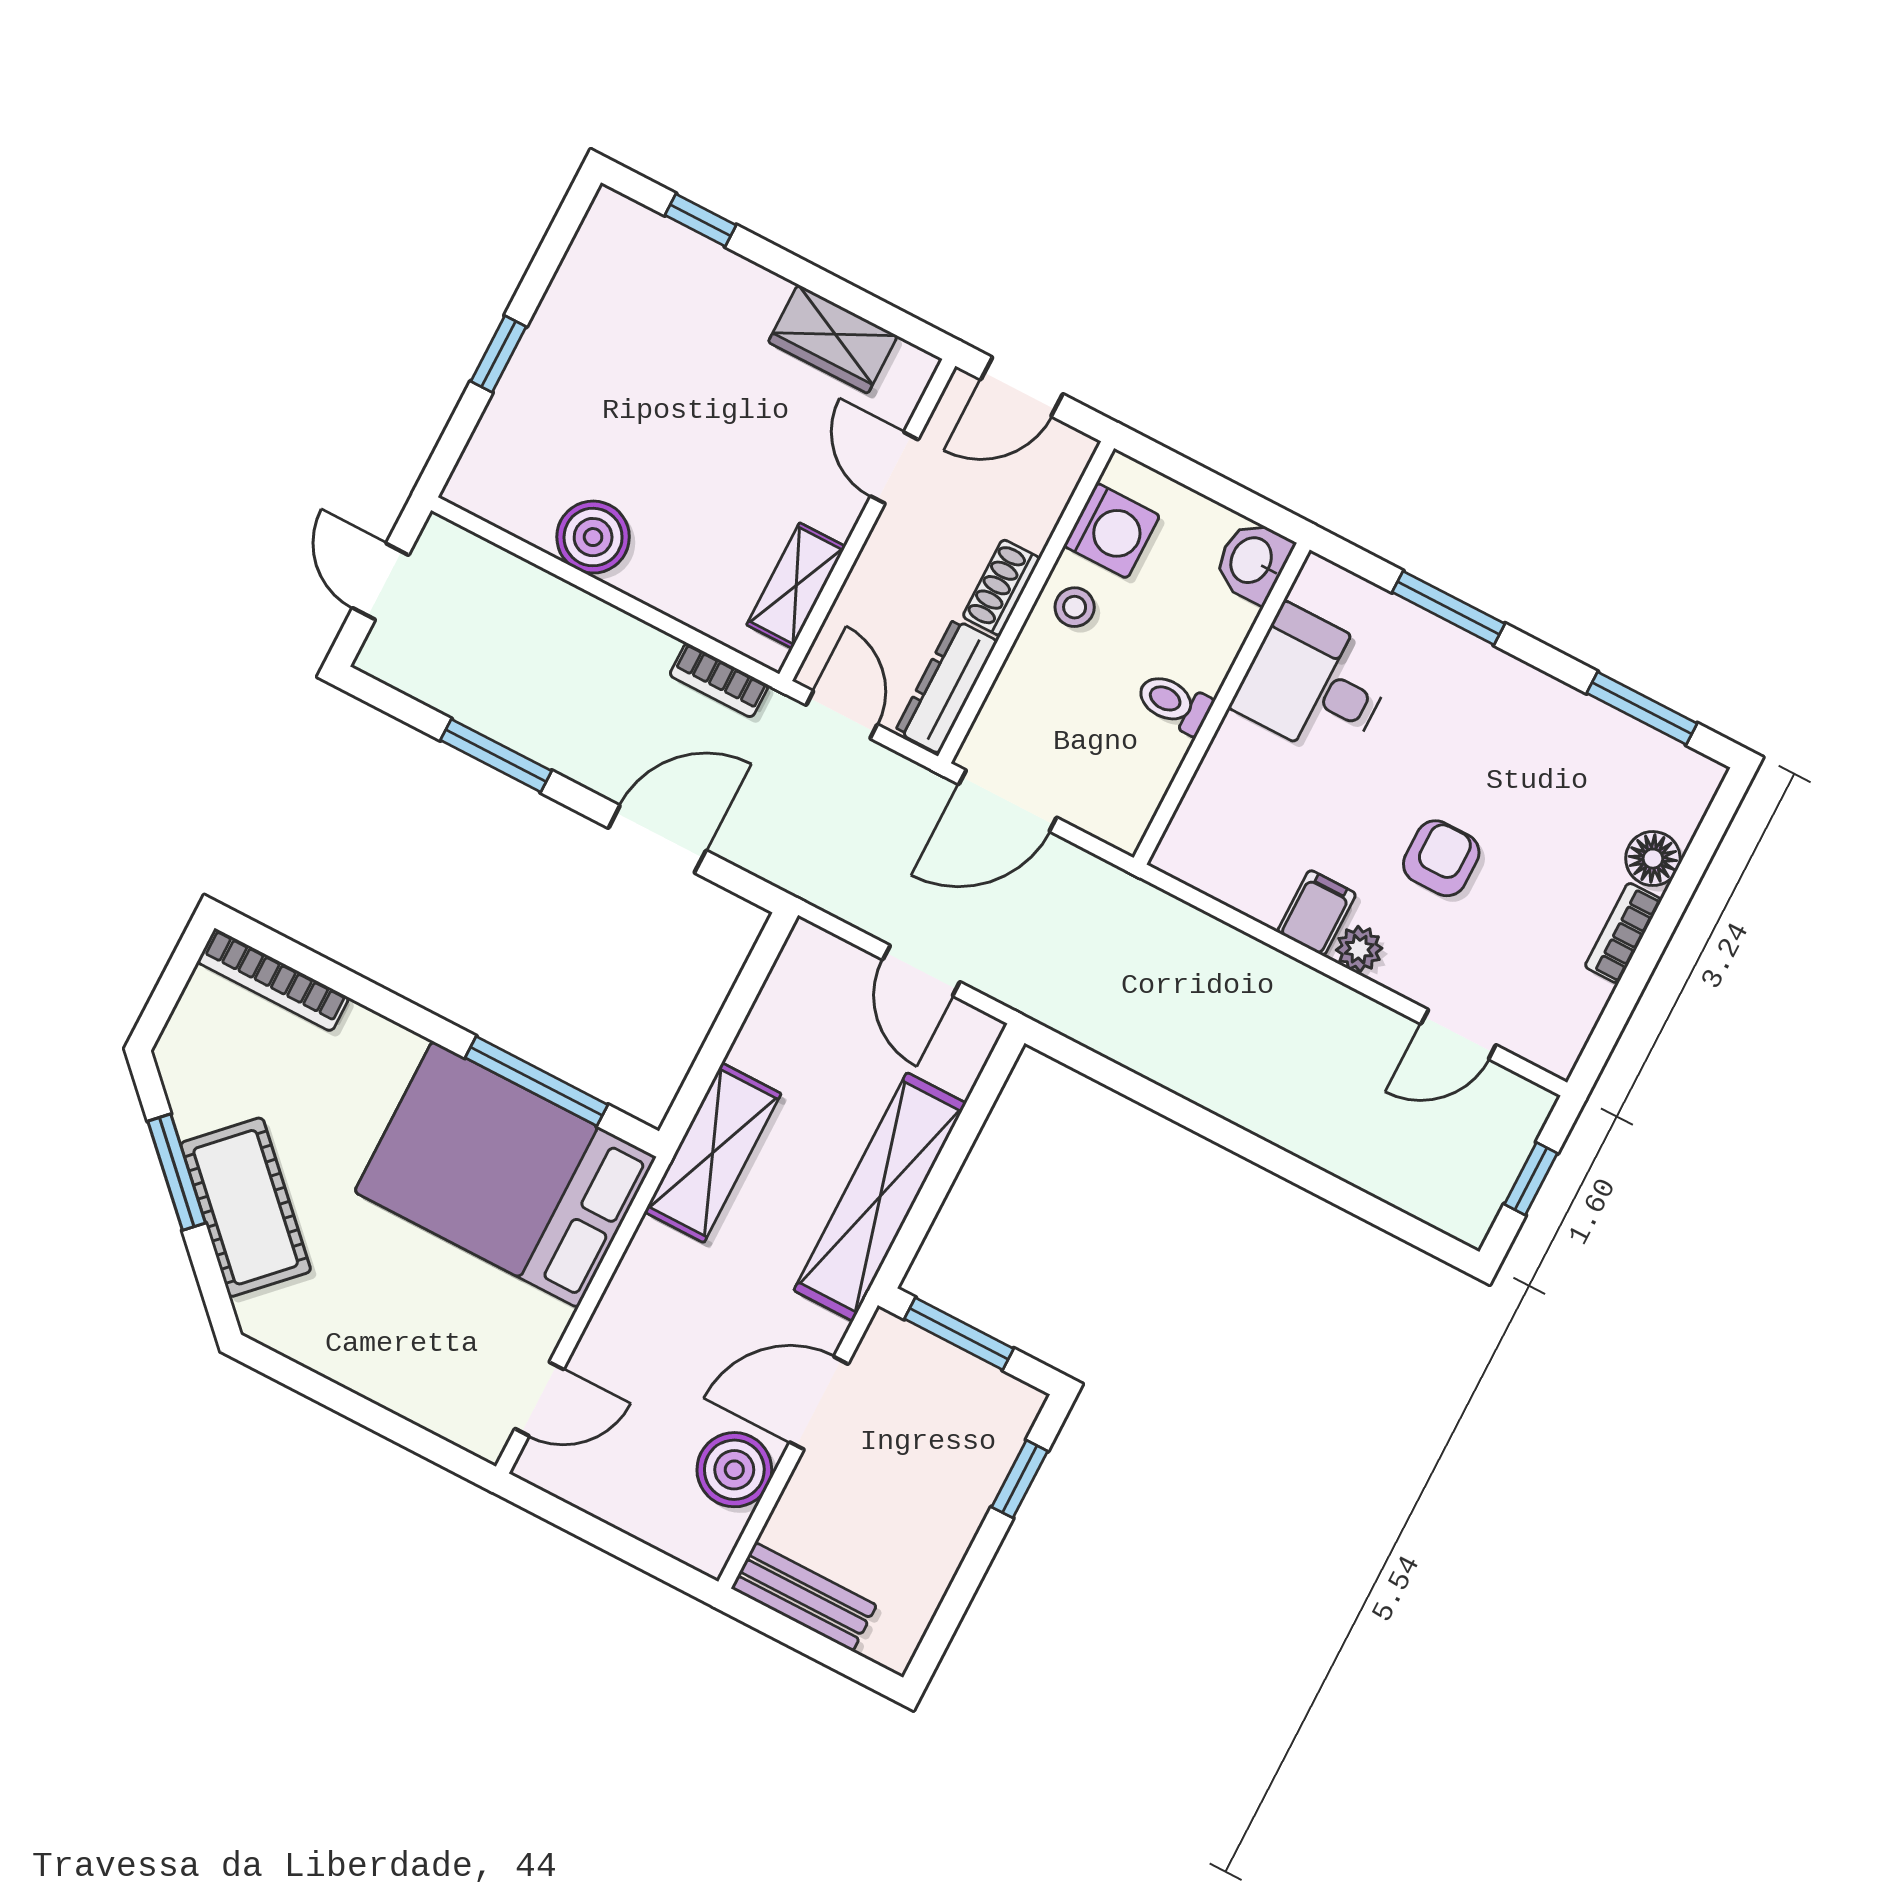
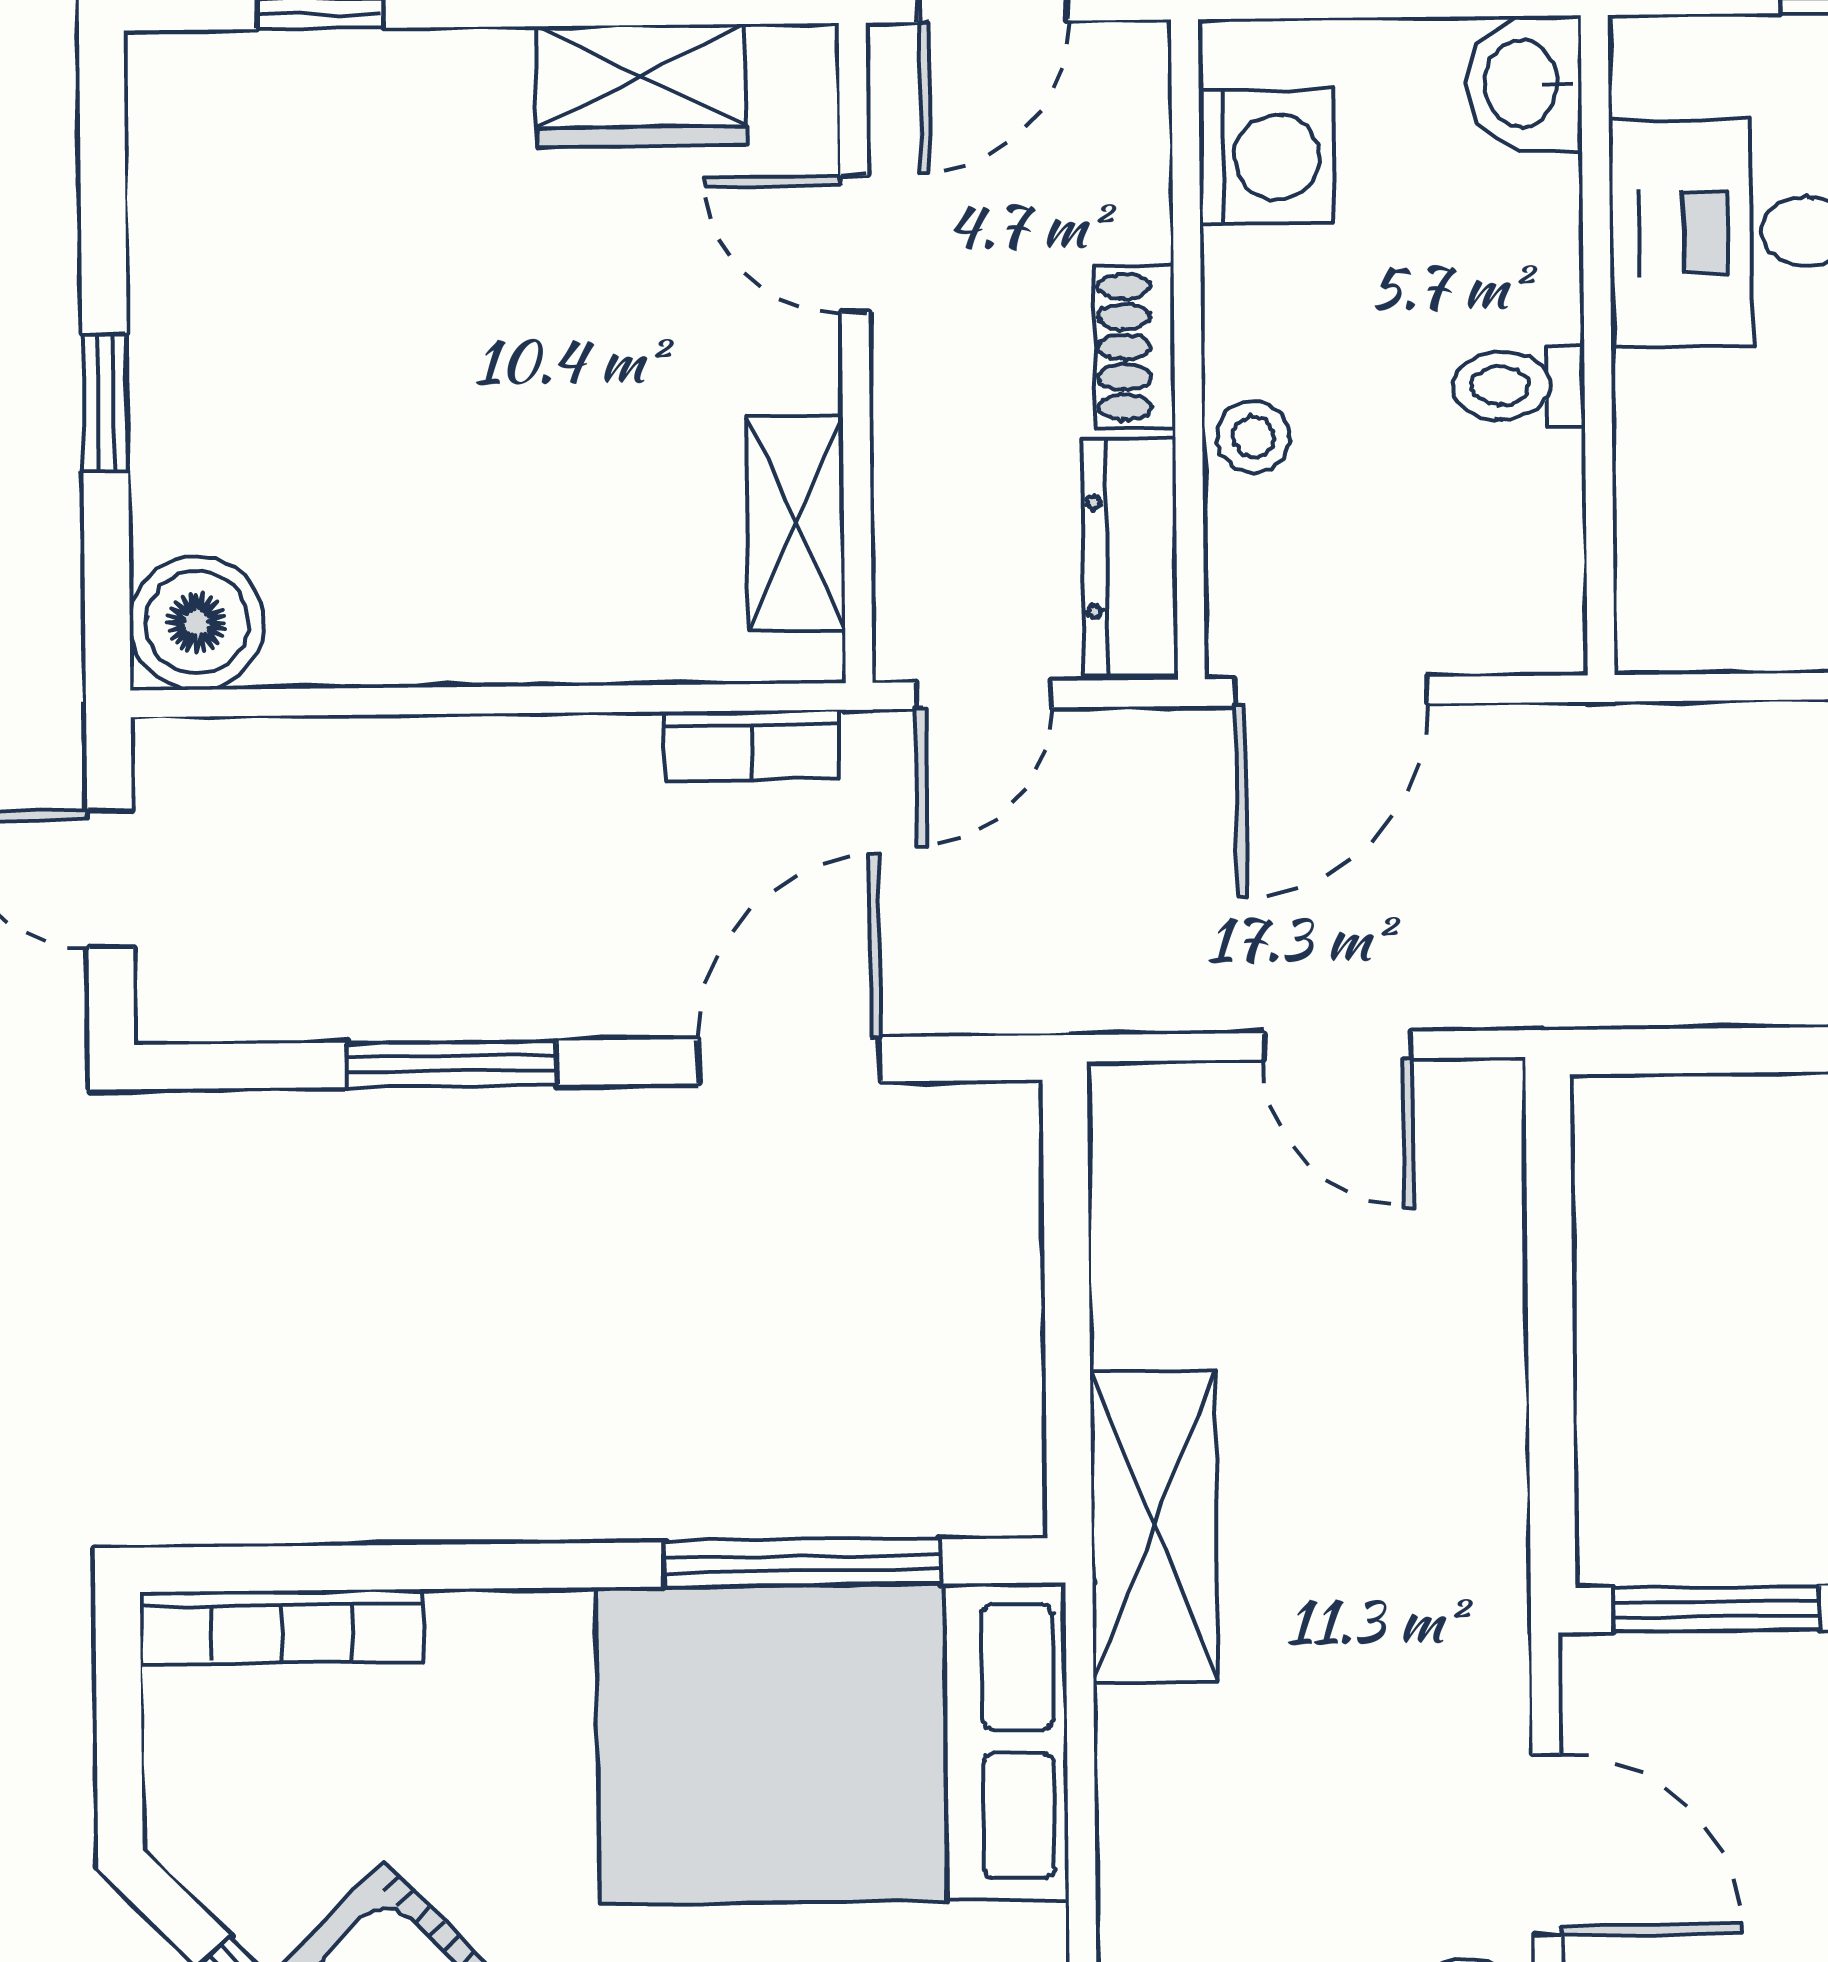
boiler: (593, 537) -> (197, 623), moved
stool: (1075, 607) -> (1253, 437), moved
door: (842, 715) -> (984, 695), swing flipped
shelving: (880, 1197) -> (1467, 1453), removed
door: (819, 1403) -> (1547, 1845), swing flipped

